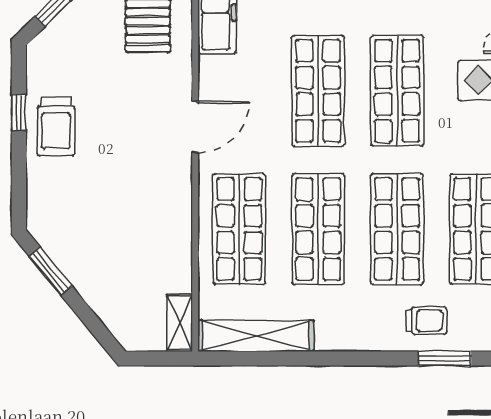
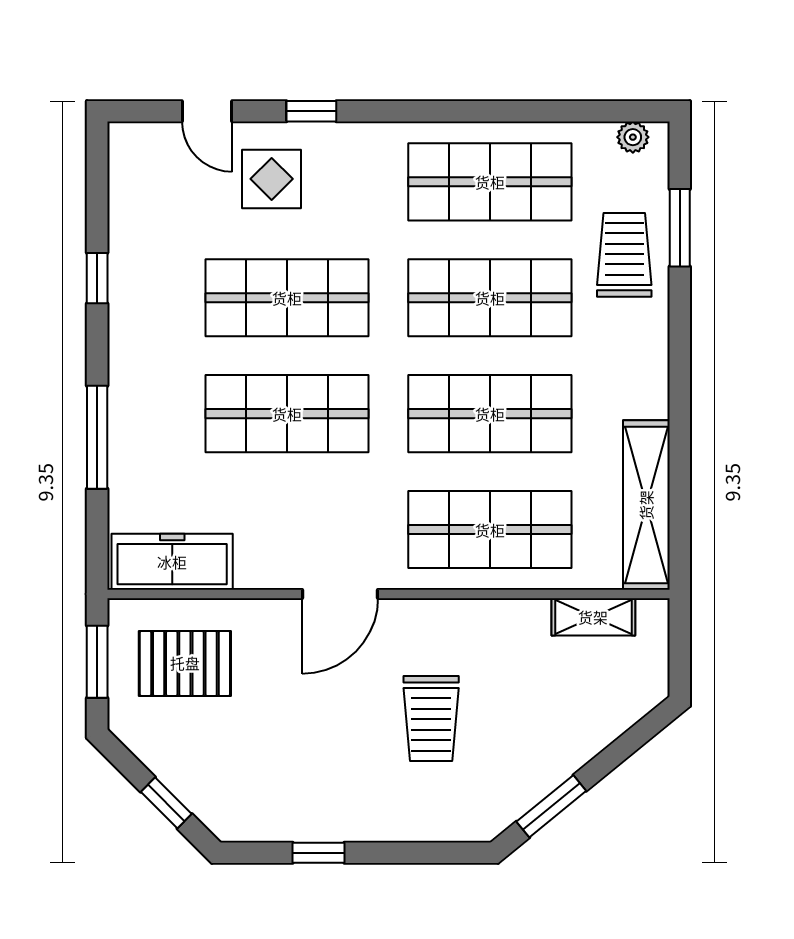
trolley: (56, 127) -> (431, 718), moved, turned 90
door: (195, 127) -> (340, 594), swing flipped
trolley: (426, 321) -> (624, 255), width x1.36, depth x1.39
shelving: (180, 323) -> (593, 617), moved

